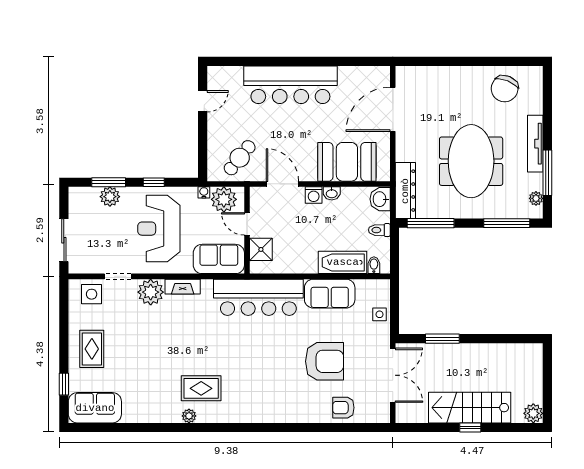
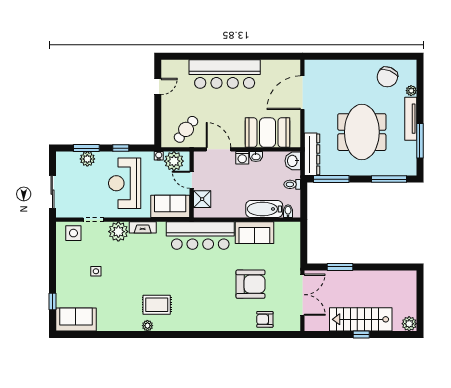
plant: (536, 198) -> (411, 91), moved
side table: (380, 314) -> (96, 271), moved
rug: (92, 349) -> (74, 275), removed

